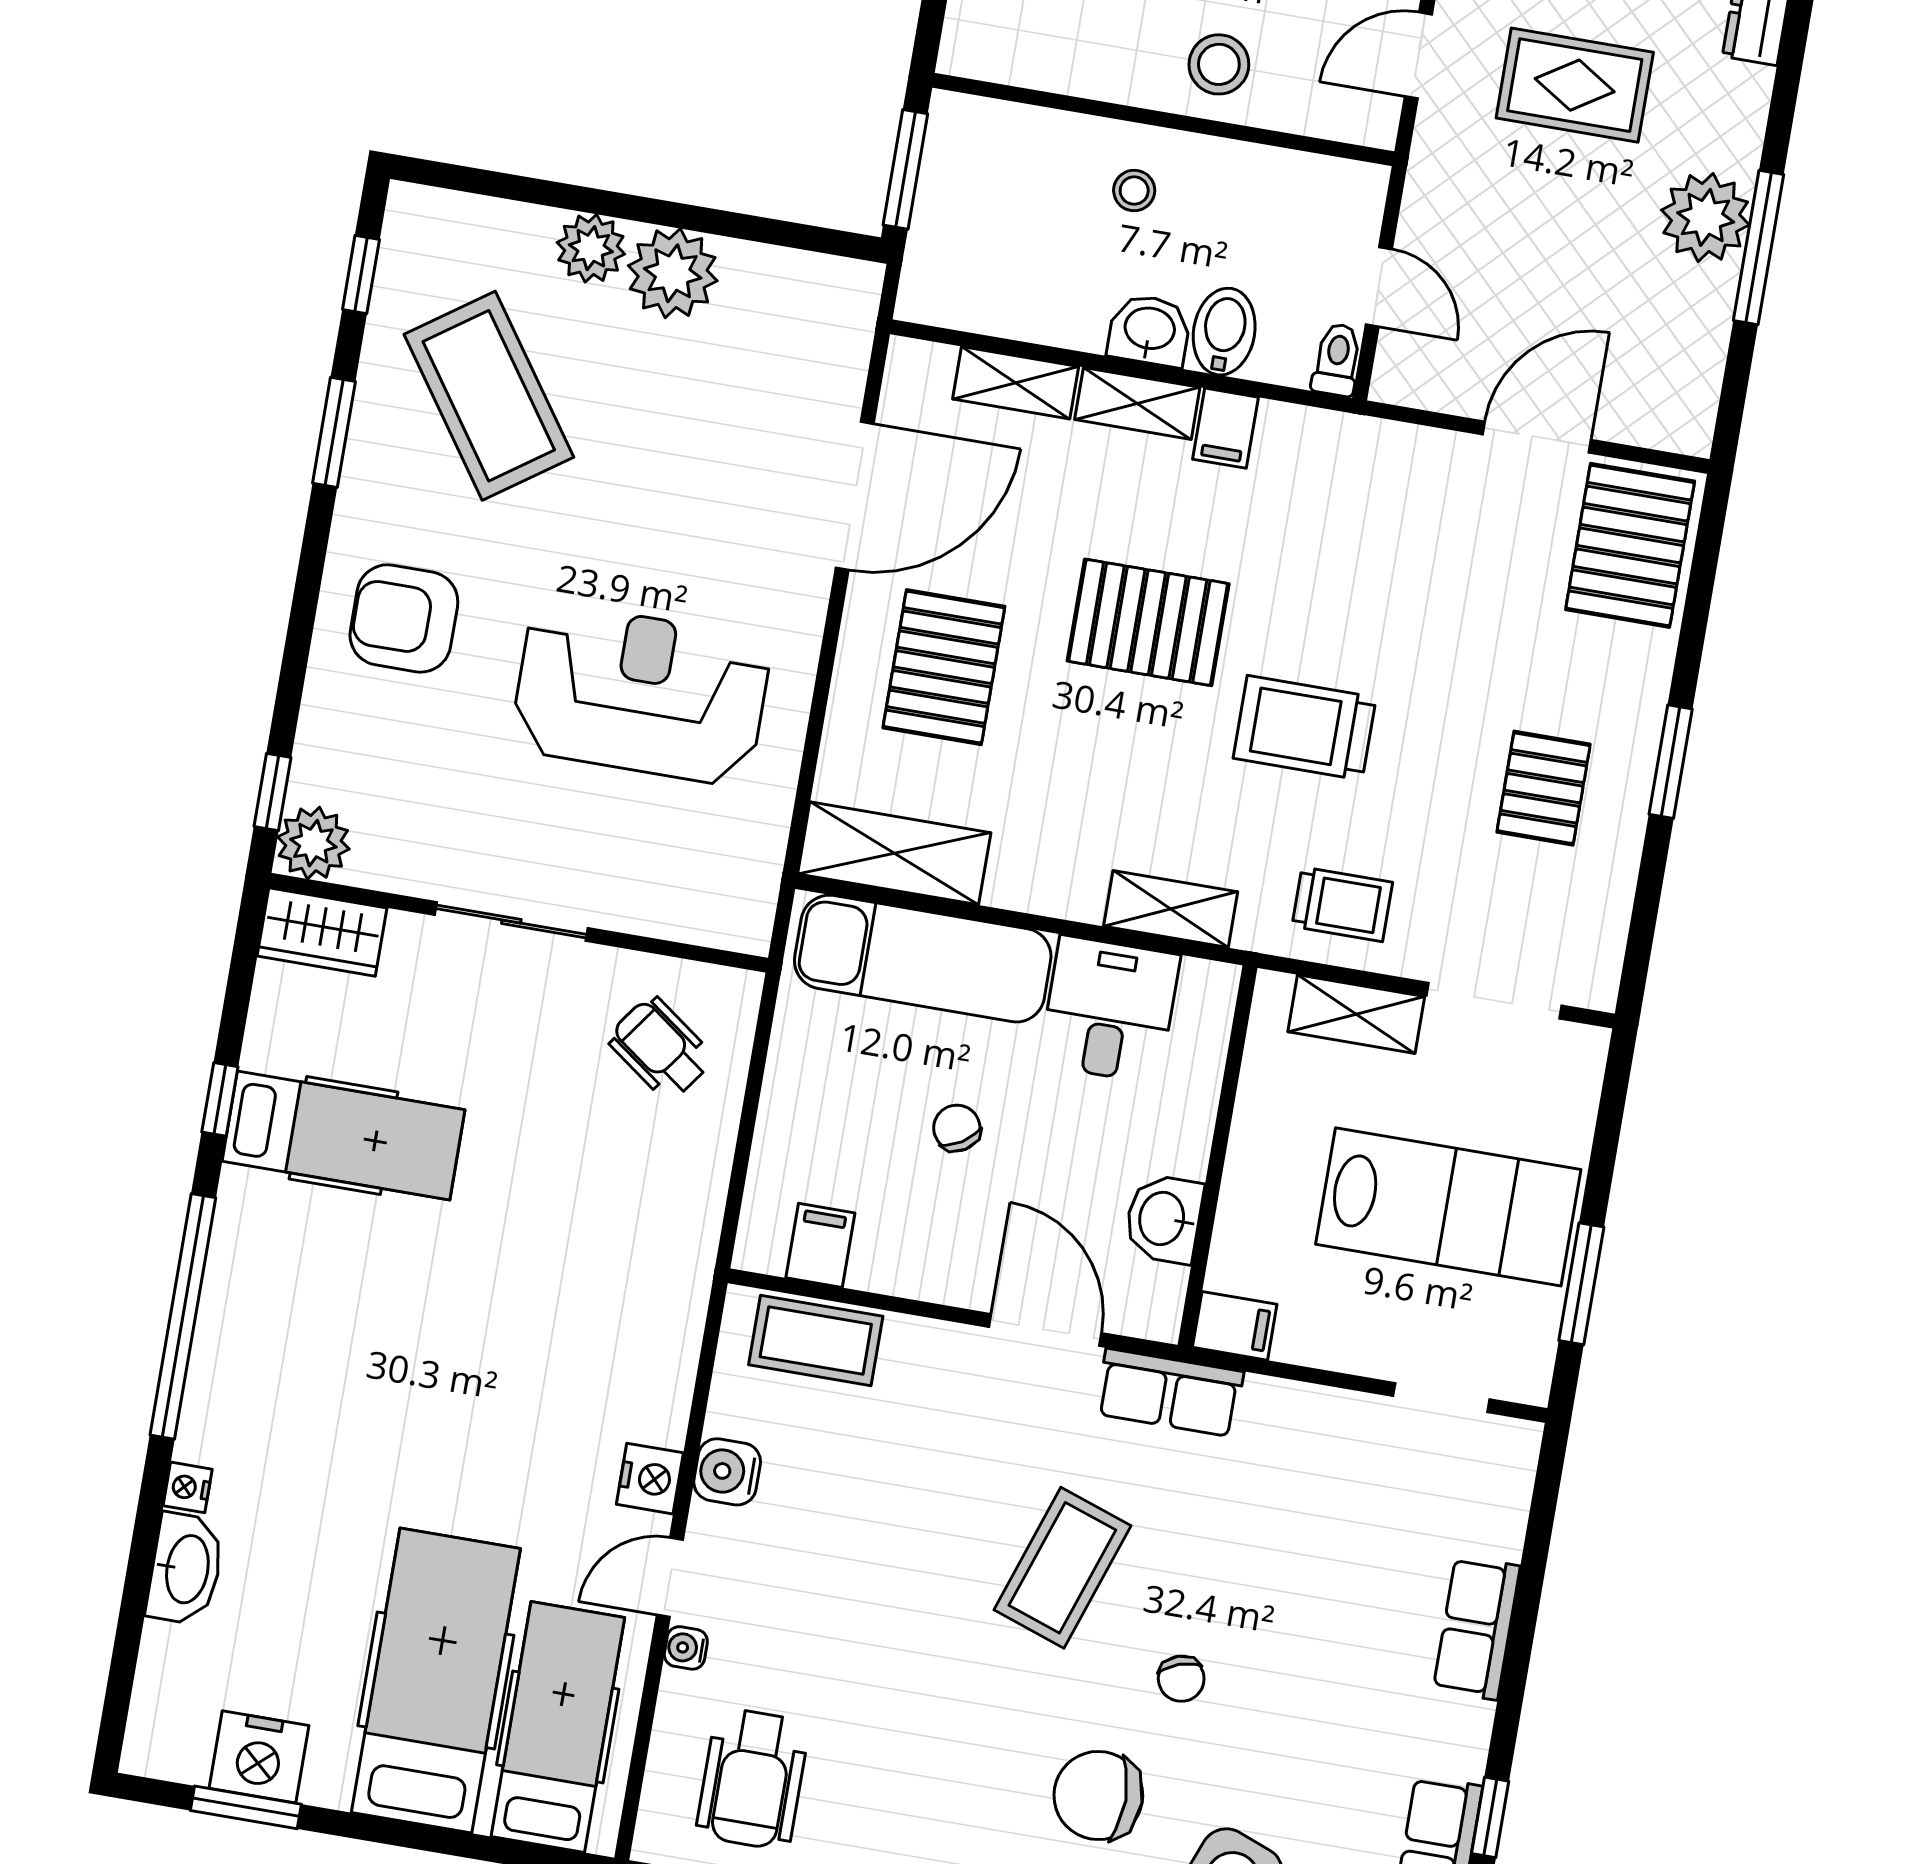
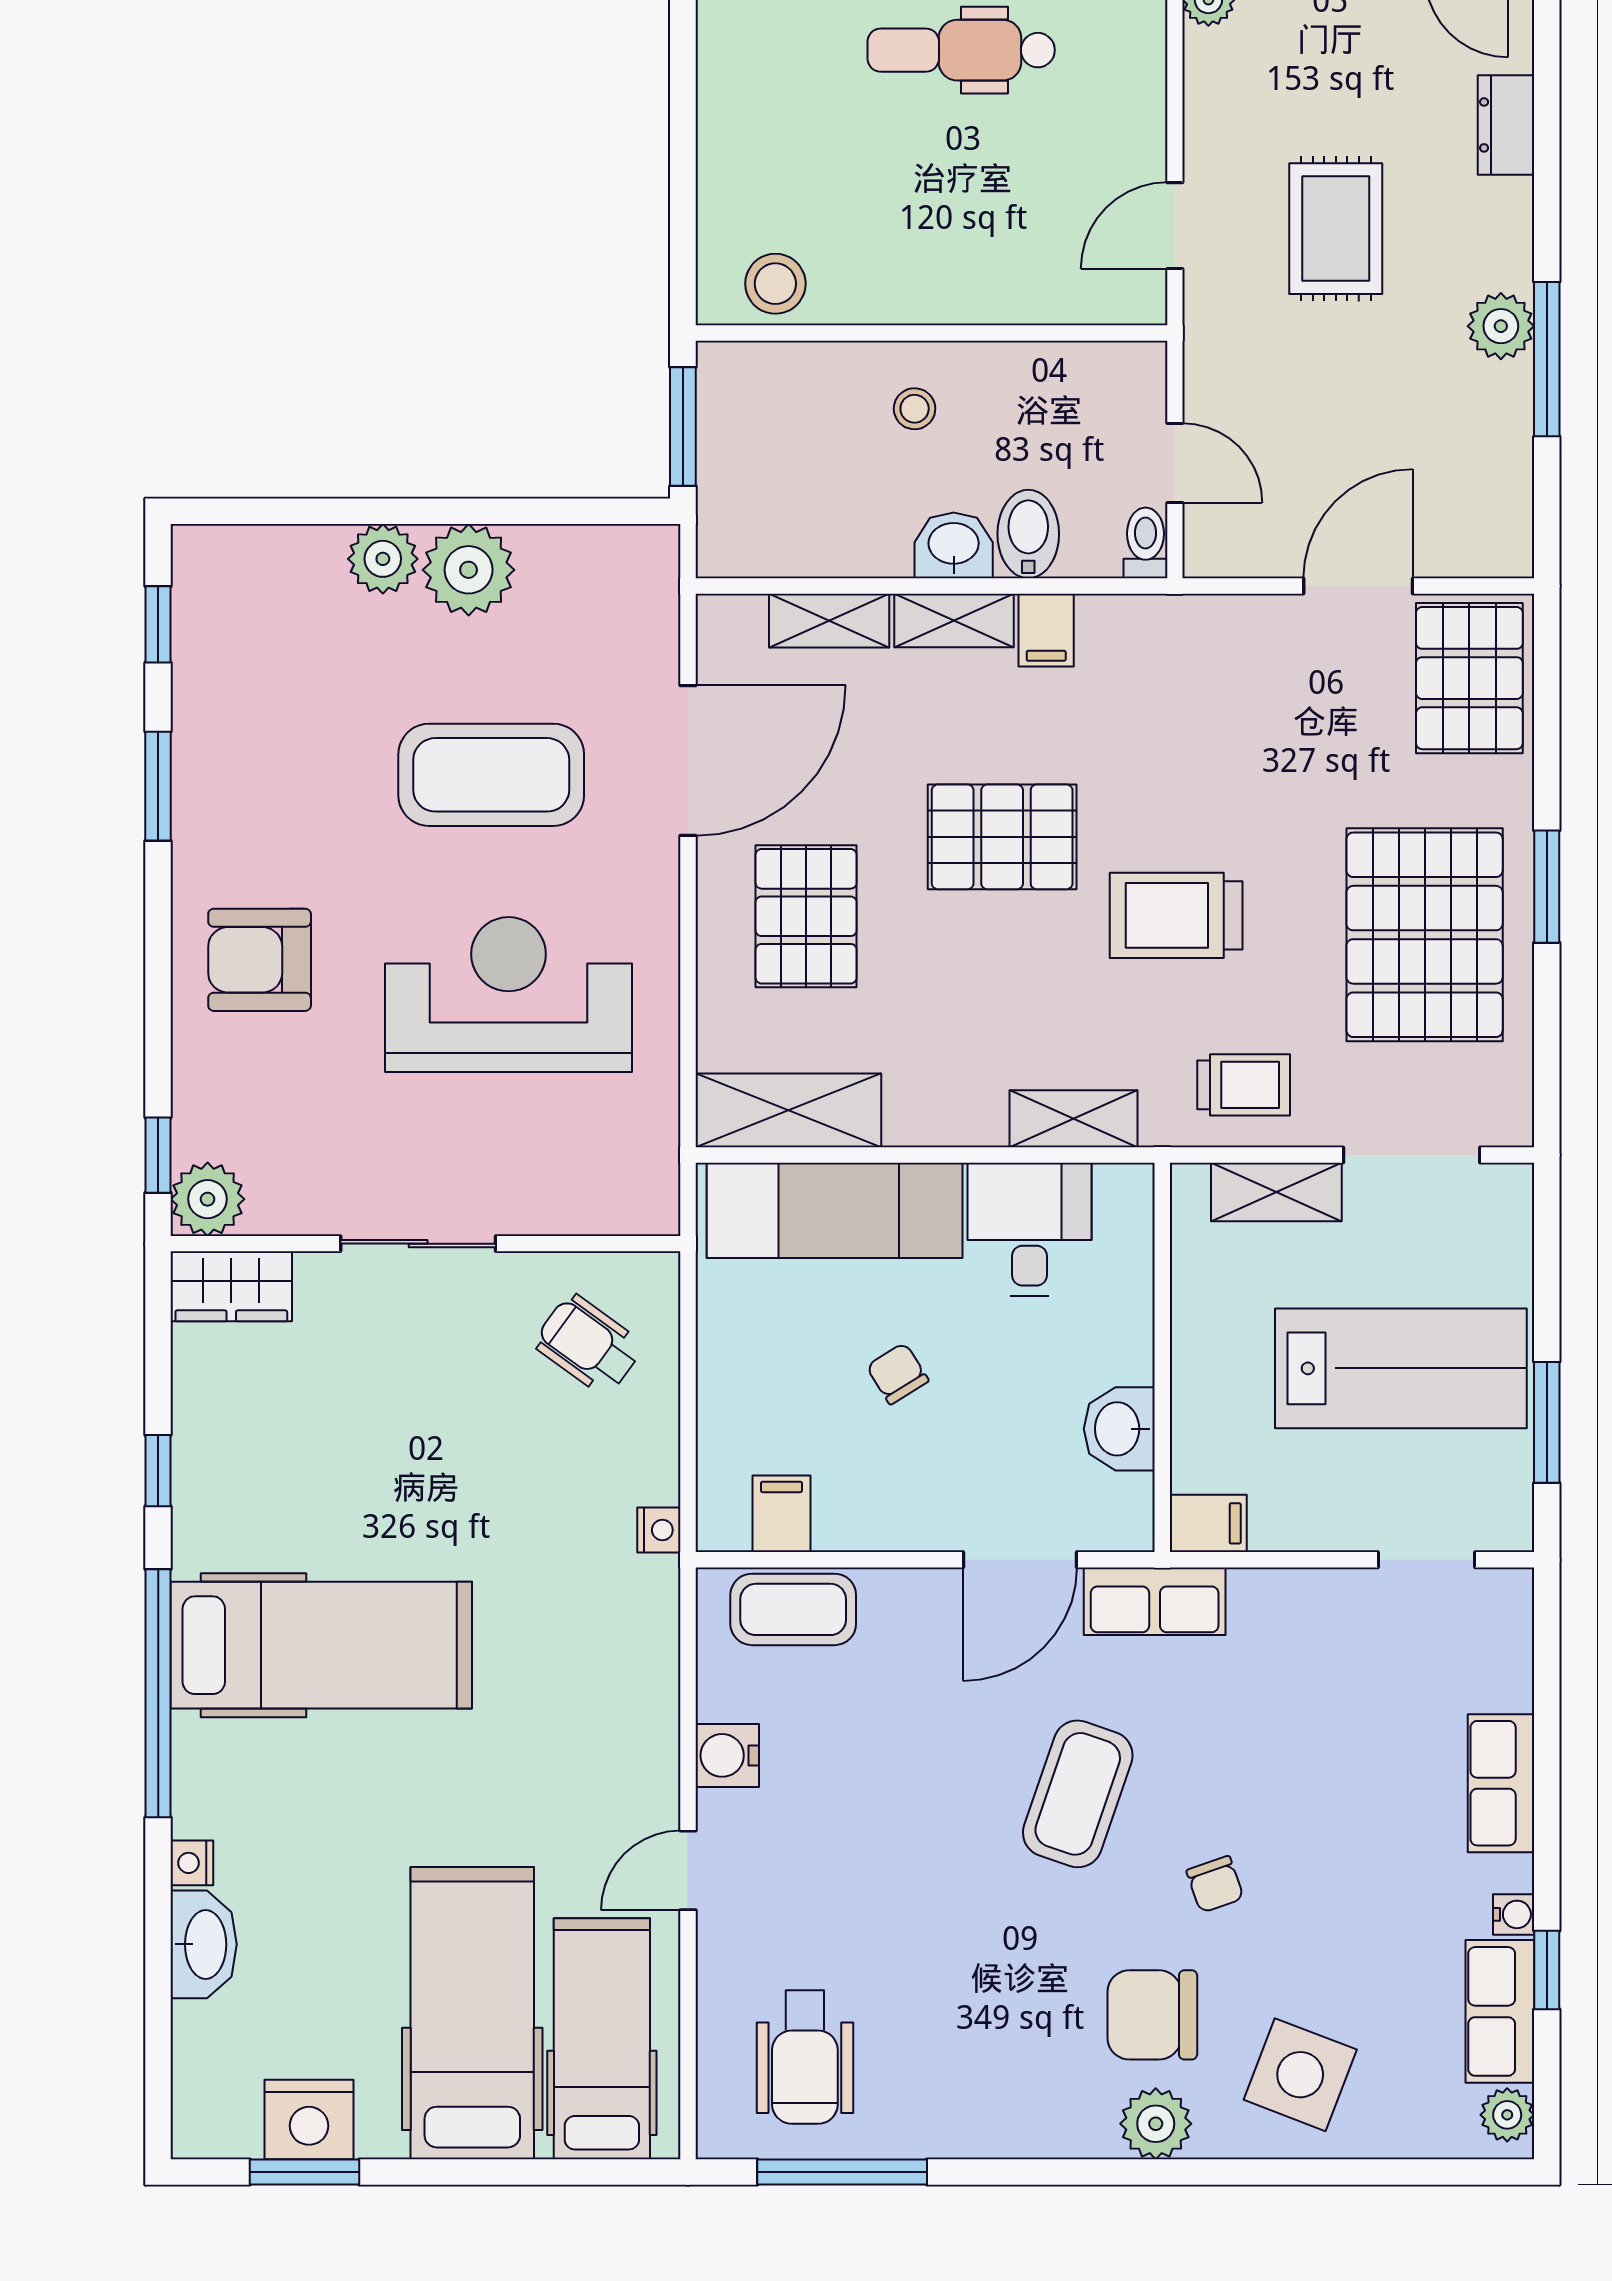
stool: (1219, 64) -> (775, 284), moved
rug: (1575, 85) -> (1336, 229), turned 90
plant: (1706, 217) -> (1501, 326), width x0.73, depth x0.73
coffee table: (489, 396) -> (491, 775), moved, turned -55
pallet: (1544, 788) -> (1425, 935), width x2.05, depth x2.00
hospital bed: (344, 1135) -> (321, 1645), moved, width x1.37, depth x1.29
door: (1045, 1330) -> (1020, 1560), swing flipped
nightstand: (650, 1479) -> (659, 1530), moved, width x0.72, depth x0.74
water cooler: (686, 1648) -> (1514, 1914), moved, turned 180

